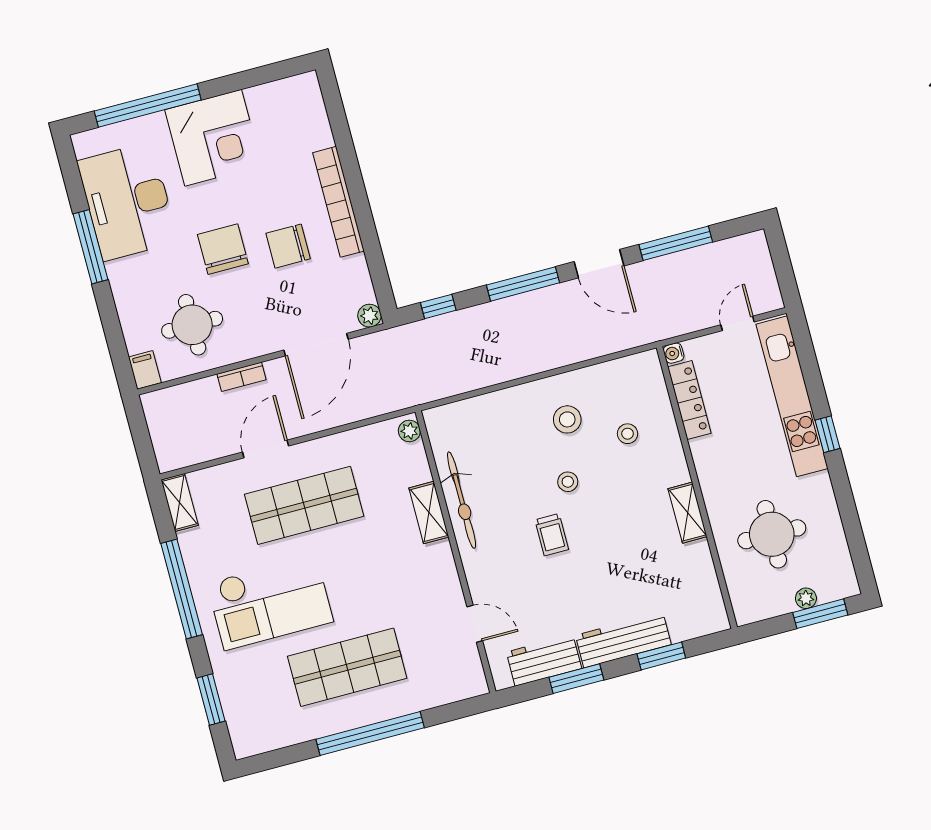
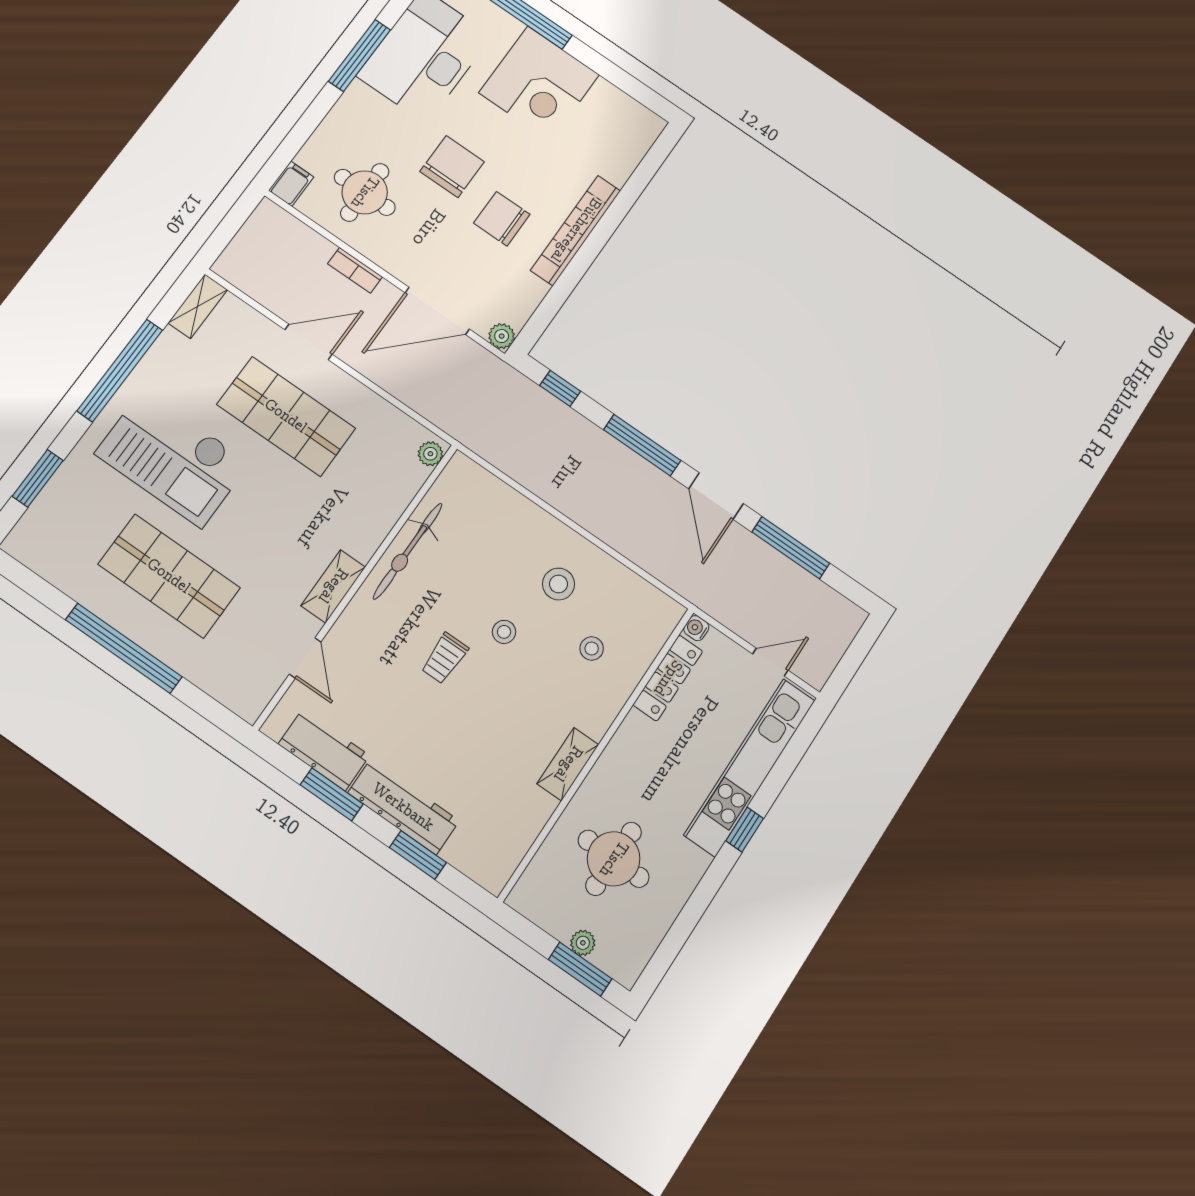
shelving: (429, 513) -> (333, 586), moved

